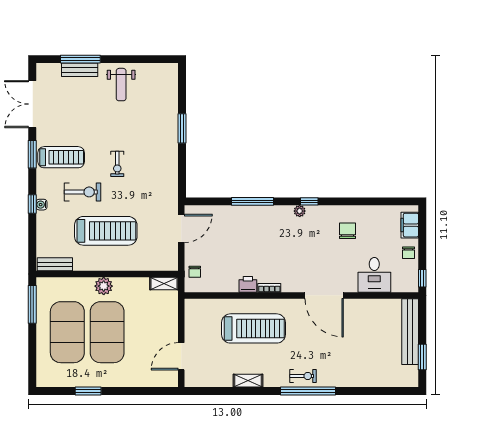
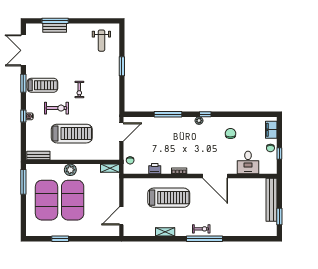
weight bench: (121, 85) -> (101, 41), moved
window: (422, 278) -> (279, 154), moved
printer: (248, 284) -> (155, 169), moved

